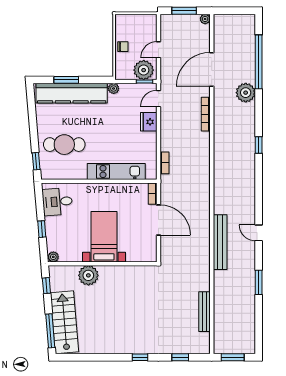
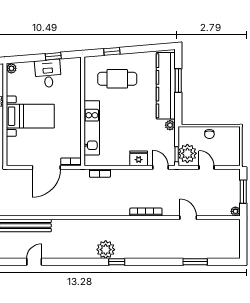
window: (259, 62) -> (195, 262), width x0.47
door: (212, 69) -> (188, 218), width x0.53
plant: (246, 93) -> (106, 250), moved
cafe table: (64, 145) -> (117, 79), turned 90
window: (36, 161) -> (112, 51), moved
desk: (57, 202) -> (48, 74), moved
window: (42, 229) -> (53, 56), moved

